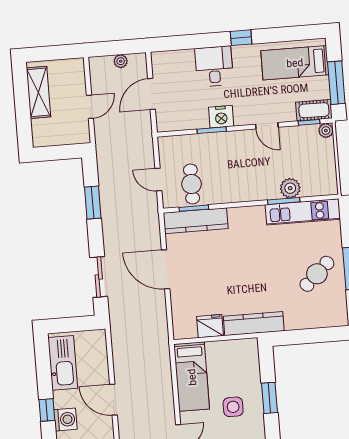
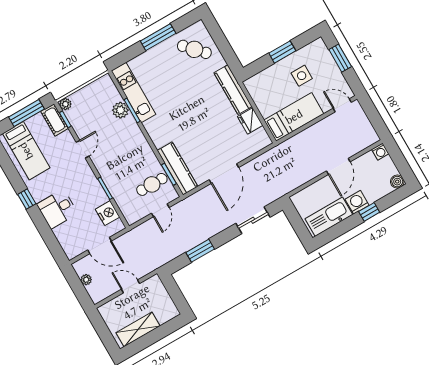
nightstand: (221, 117) -> (108, 213), moved
cafe table: (317, 274) -> (194, 49), moved
washing machine: (65, 419) -> (357, 202), moved

